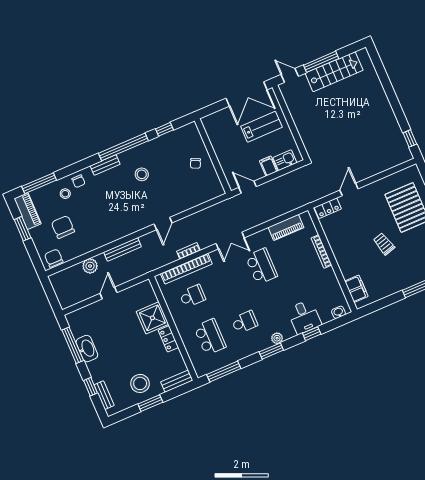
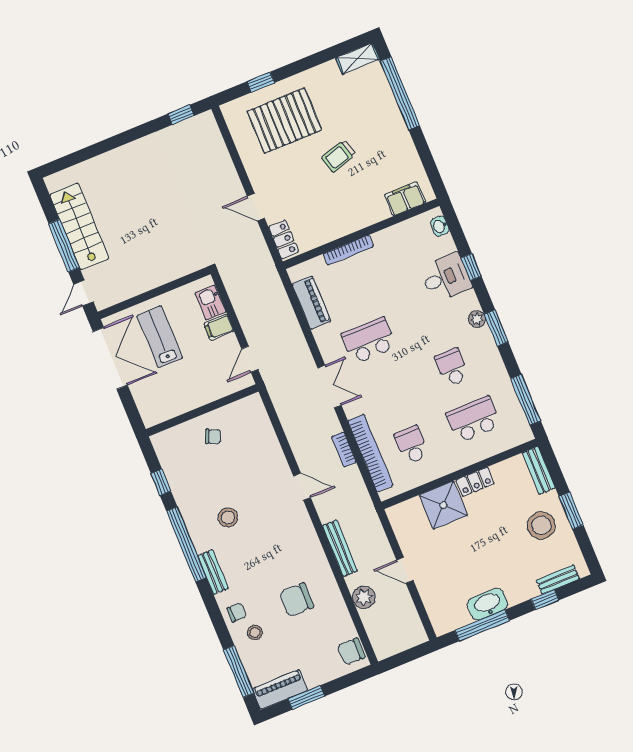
chair: (63, 227) -> (296, 600), moved

